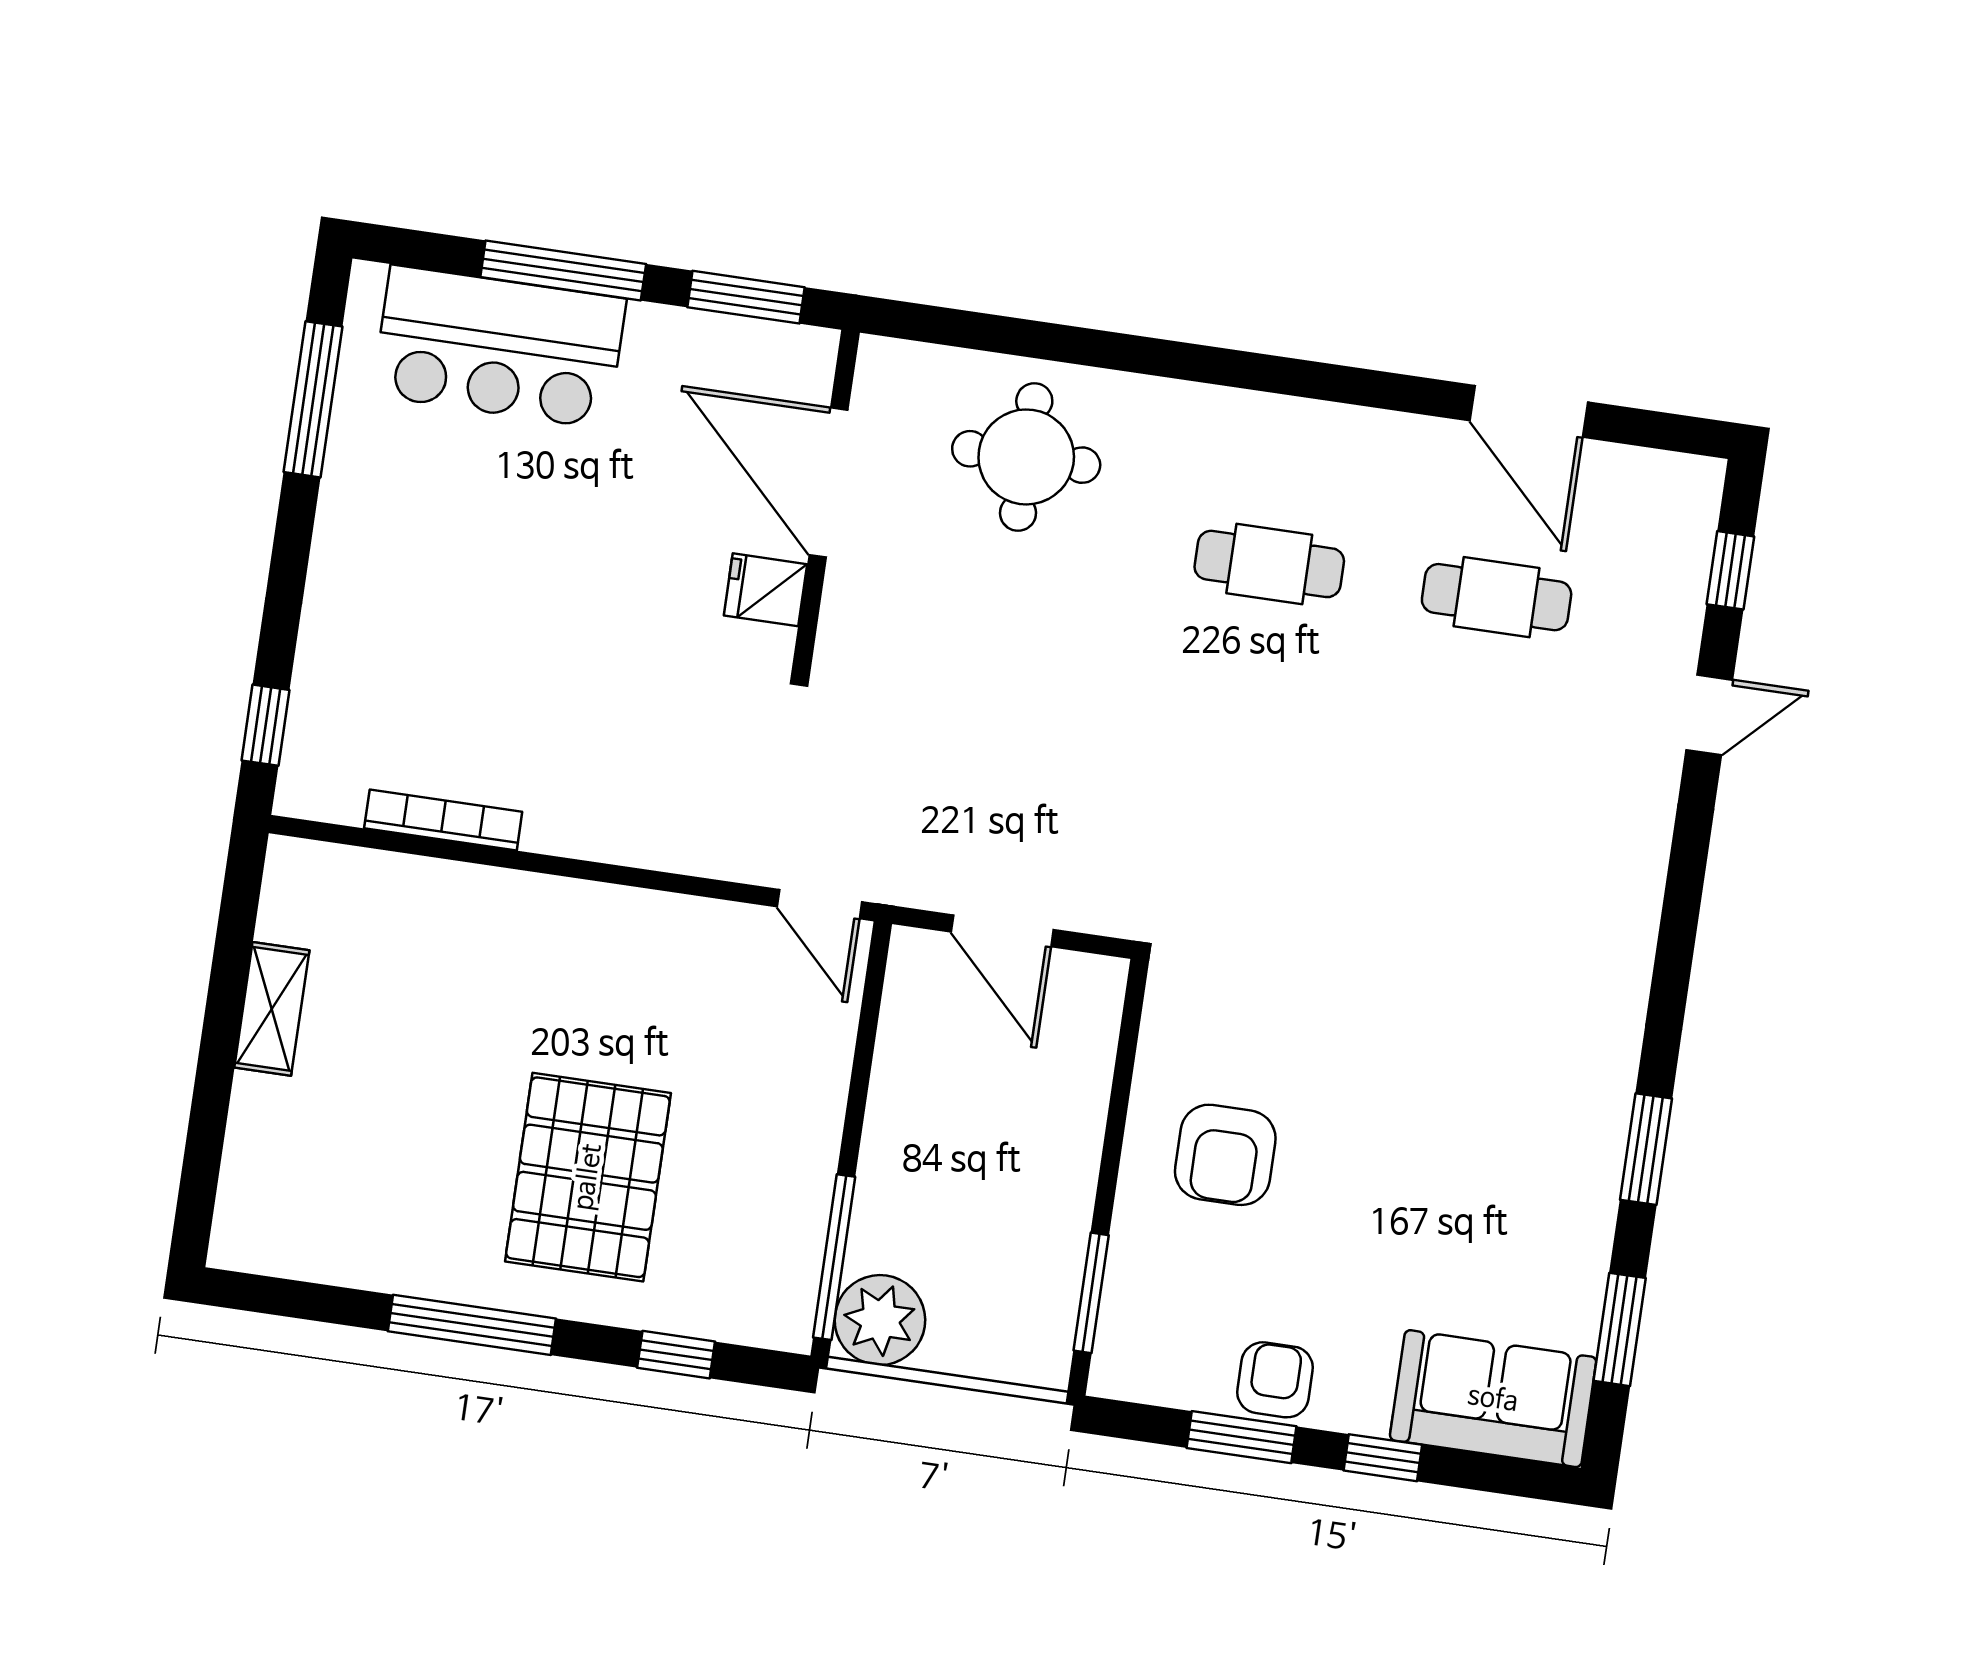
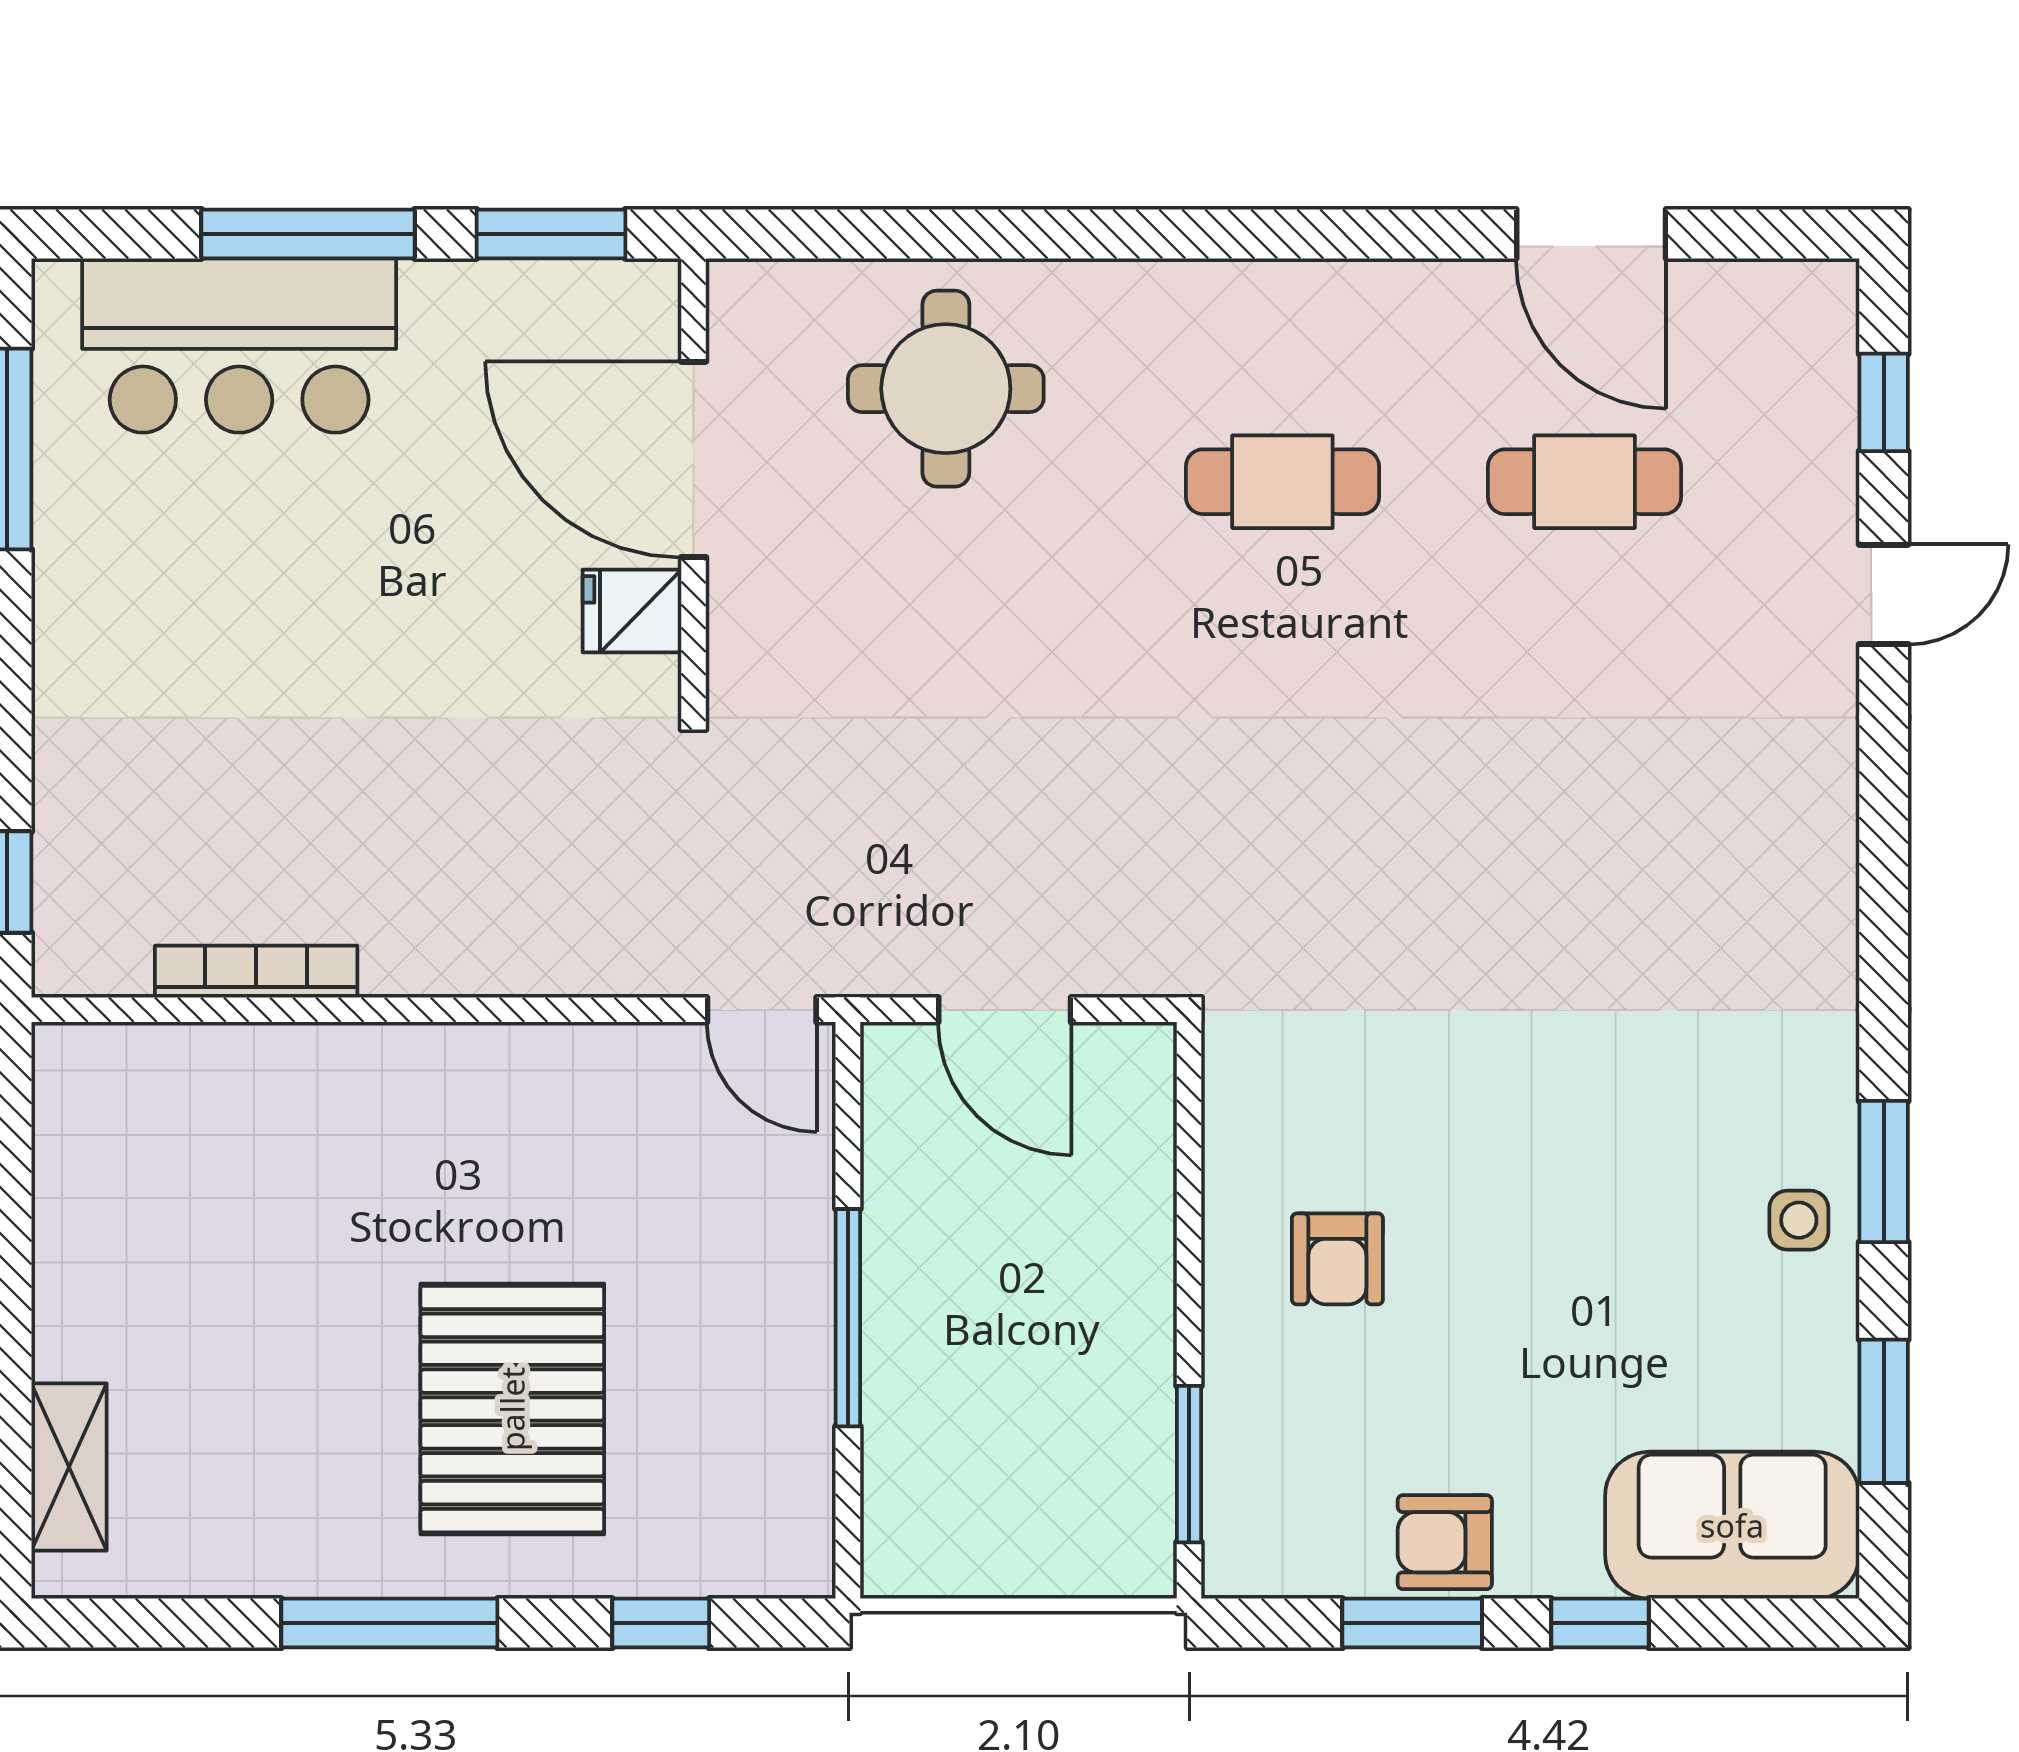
shelving: (272, 1009) -> (69, 1467), moved
armchair: (1225, 1155) -> (1337, 1259), width x0.72, depth x0.72
side table: (1577, 1176) -> (1799, 1220), added
window: (834, 1257) -> (848, 1318), moved
plant: (880, 1320) -> (919, 1539), removed
armchair: (1275, 1380) -> (1445, 1542), turned -90

